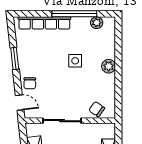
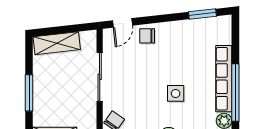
row of seats: (44, 23) -> (224, 79), moved
window: (15, 58) -> (202, 14), moved

